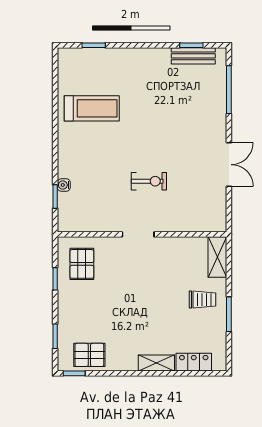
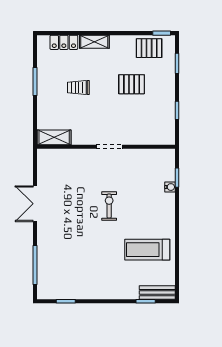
bench: (193, 56) -> (157, 293), moved
exercise bike: (149, 181) -> (109, 206), moved, turned 90
shelving: (217, 257) -> (54, 137), moved, turned 90
pallet: (82, 264) -> (132, 84), moved, turned 90
trolley: (202, 300) -> (78, 87), moved

